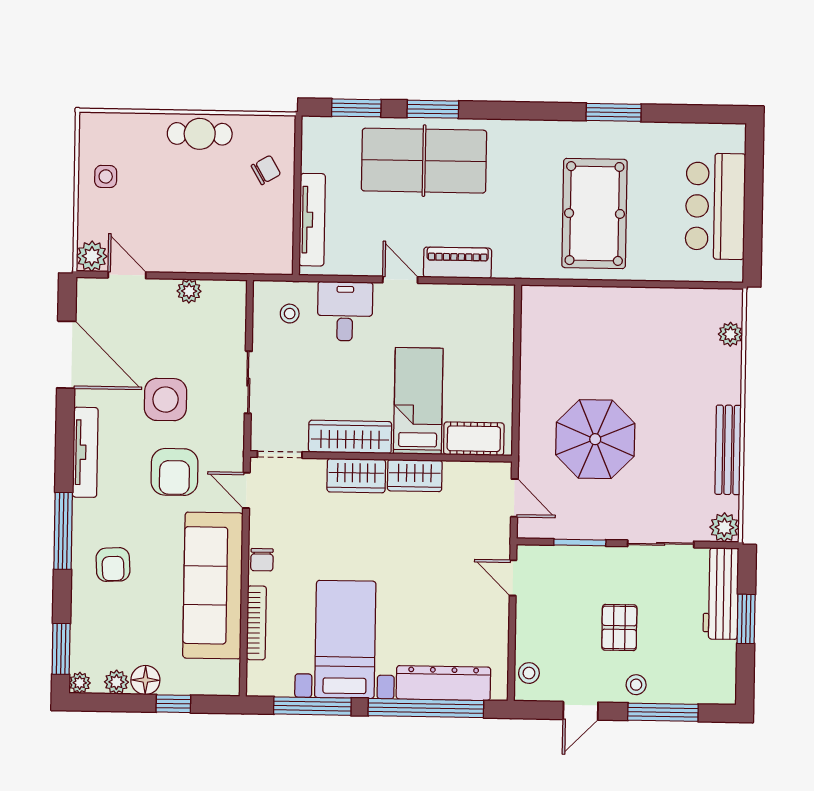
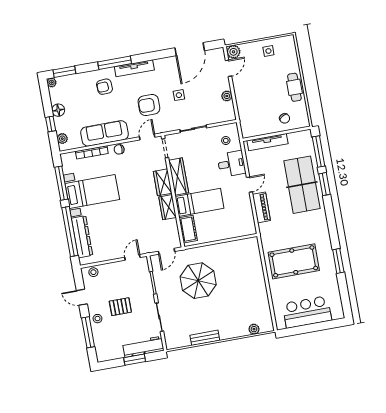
window: (356, 108) -> (319, 152), width x1.44
side table: (166, 400) -> (179, 95), width x0.54, depth x0.54
bench: (728, 450) -> (205, 338), width x0.73
tv unit: (85, 452) -> (134, 68), moved
plant: (724, 527) -> (172, 343), removed
sofa: (213, 585) -> (104, 133), width x0.74, depth x0.79
plant: (116, 682) -> (62, 139), moved

